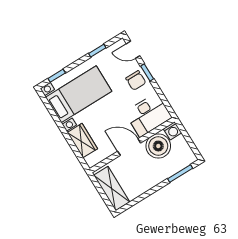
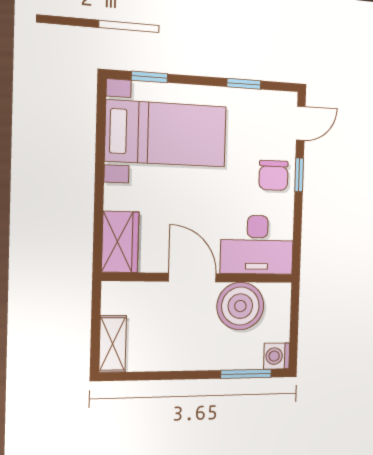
door: (133, 50) -> (301, 123), swing flipped
washing machine: (173, 131) -> (277, 356), moved, turned 90
wardrobe: (82, 141) -> (120, 242), moved
shelving: (112, 189) -> (113, 344), width x0.67, depth x0.75

